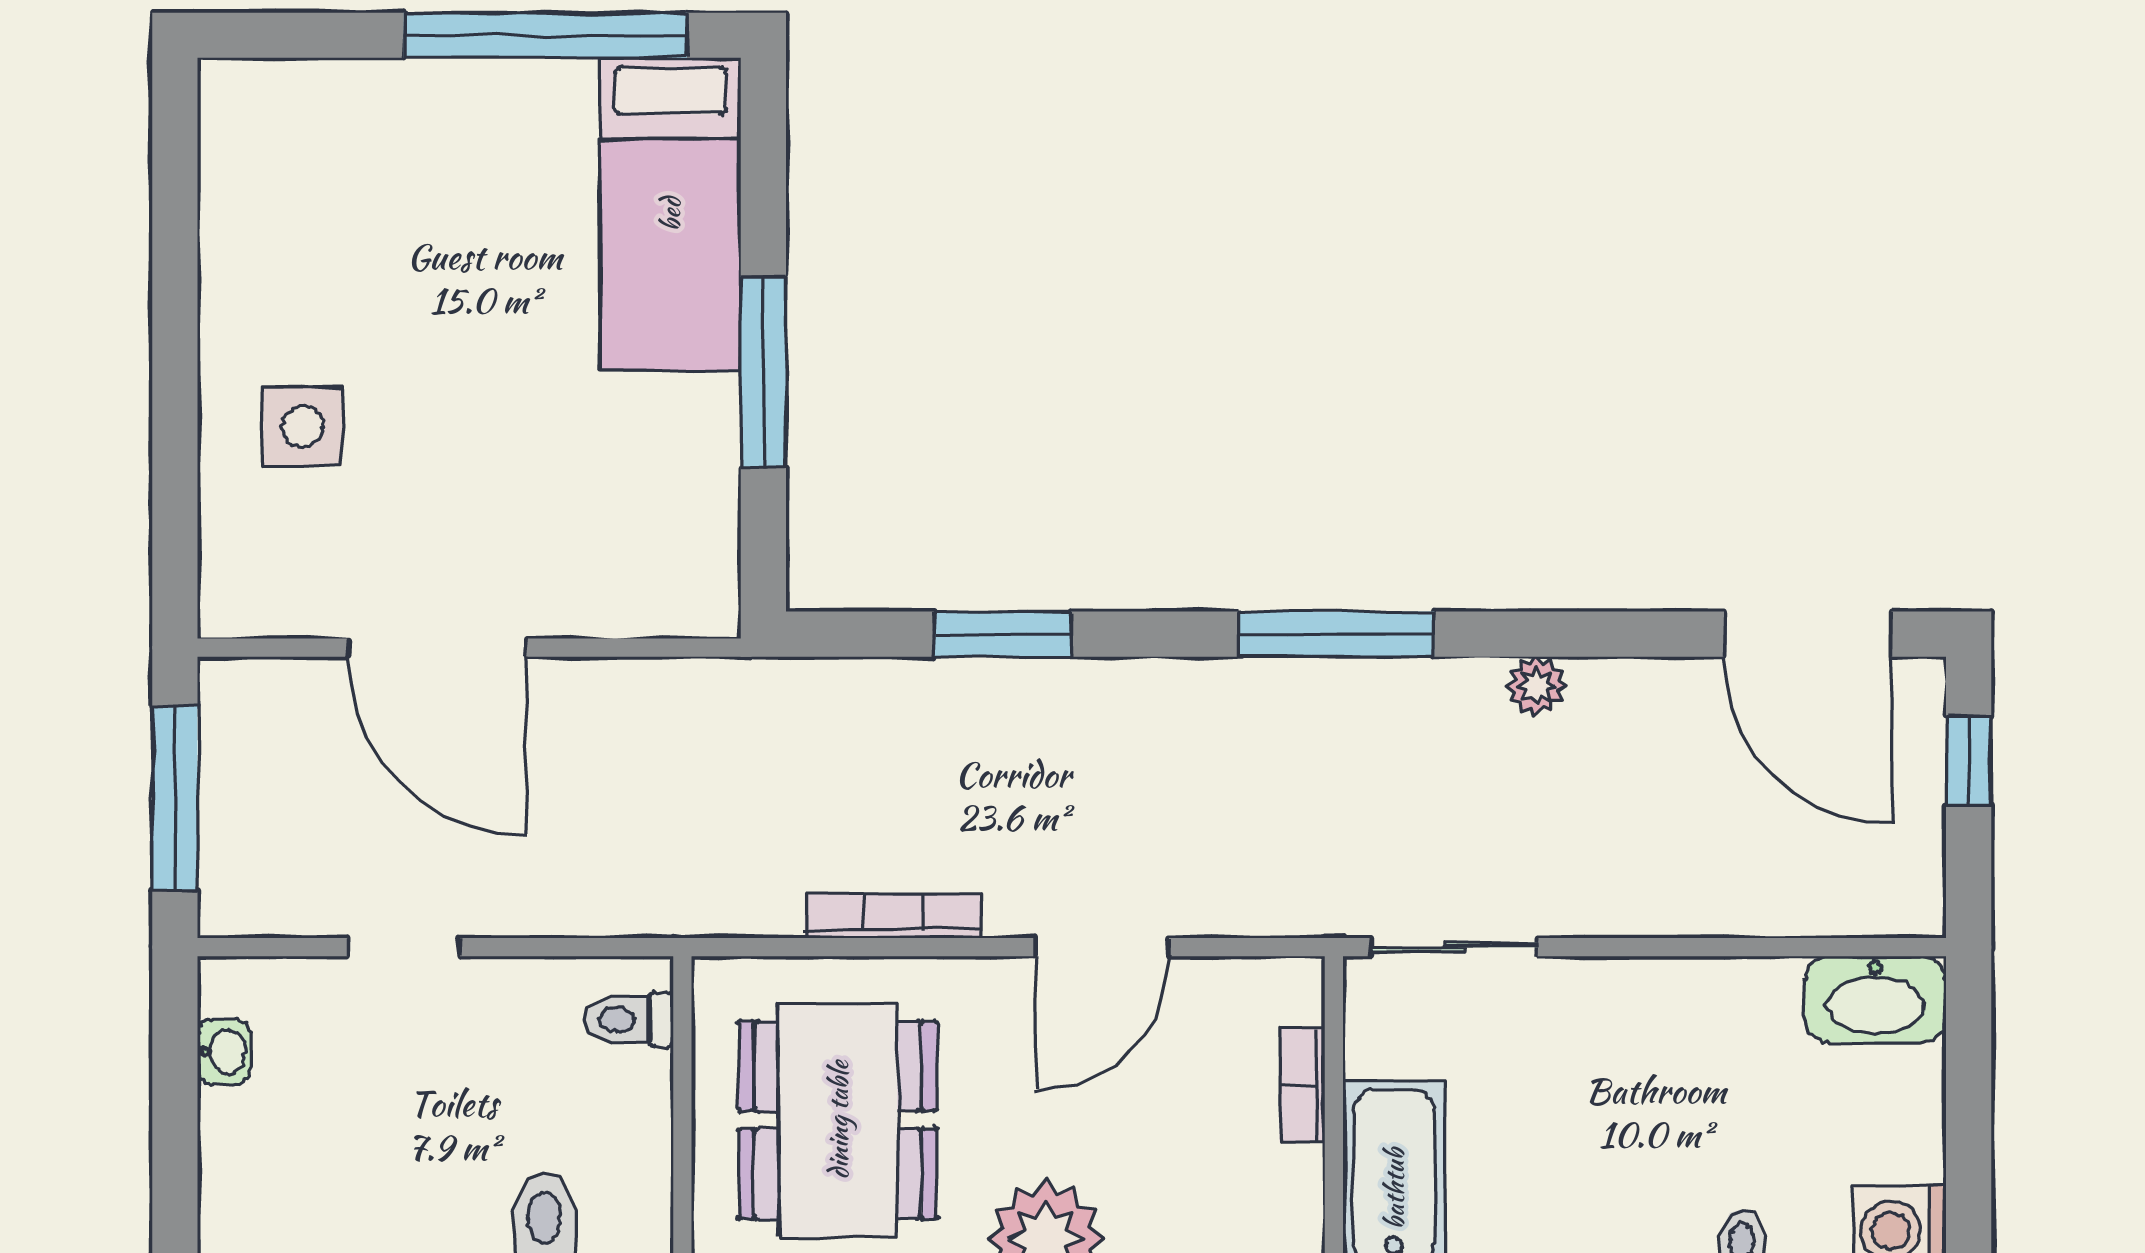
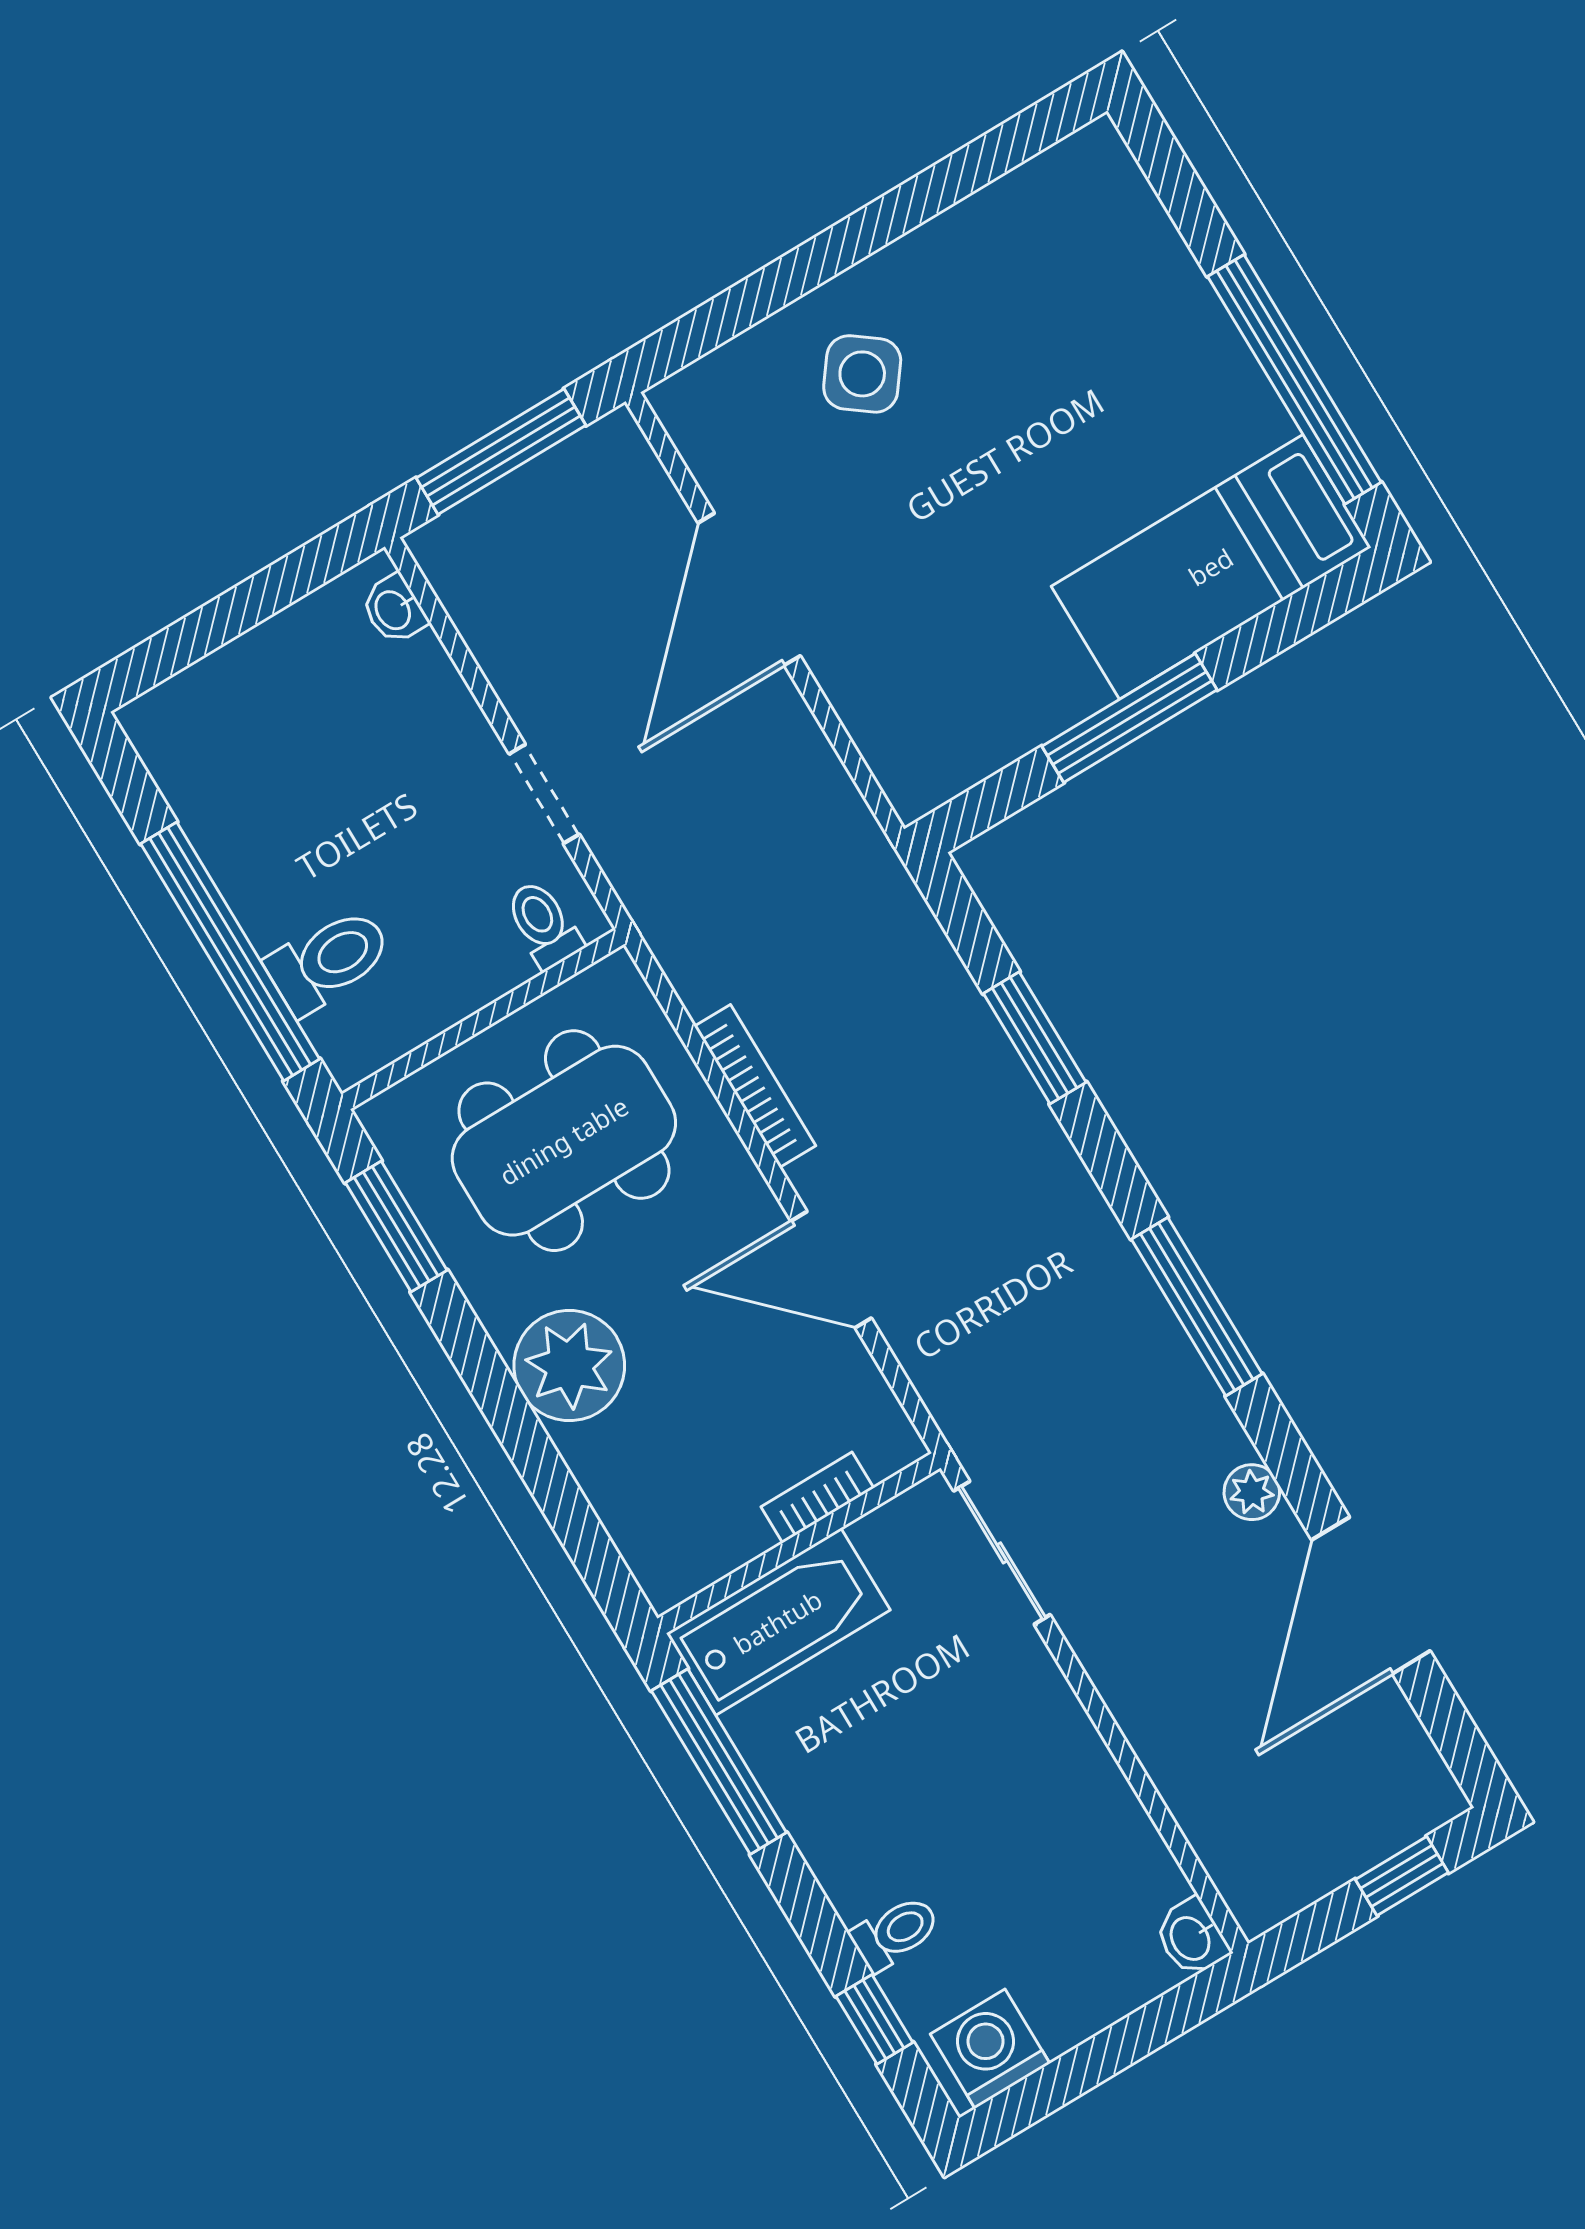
side table: (303, 426) -> (862, 374), turned 37
door: (1808, 634) -> (1371, 1595), moved
doorway: (404, 947) -> (544, 794), moved
washbasin: (1875, 999) -> (1191, 1938), width x0.52, depth x0.69
washbasin: (224, 1051) -> (394, 609), moved, turned 90

